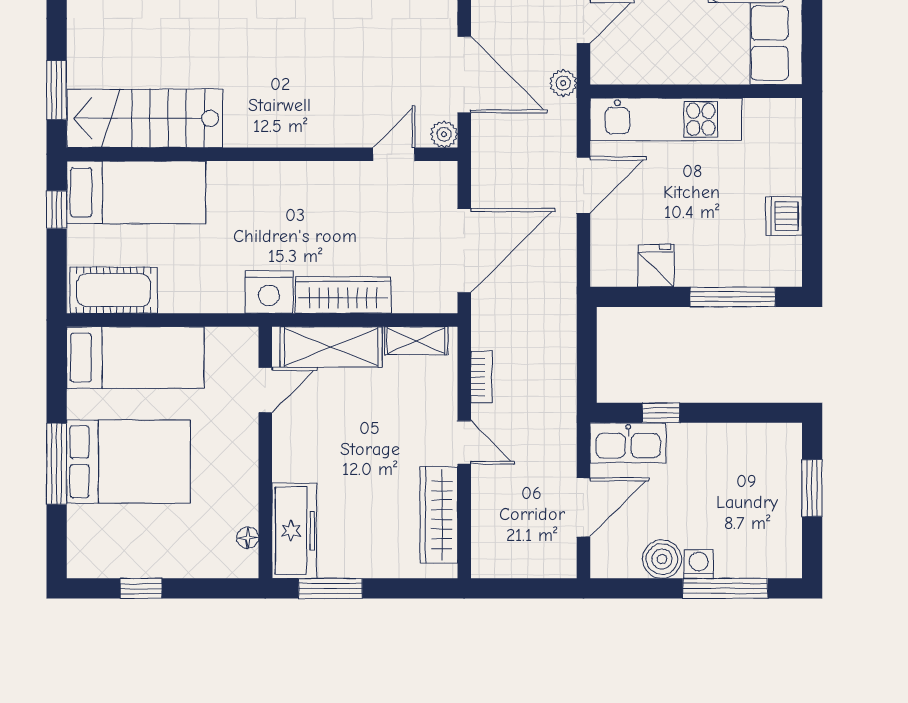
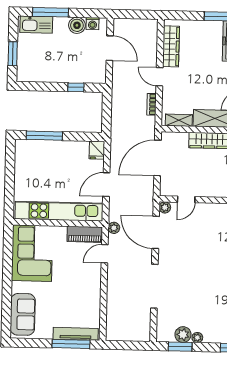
piano: (631, 66) -> (85, 234), added
kitchen unit: (666, 119) -> (59, 211), width x1.36
dishwasher: (784, 216) -> (22, 169), removed
fridge: (656, 266) -> (97, 150), moved
kitchen sink: (628, 443) -> (36, 25), moved, turned 180
door: (583, 507) -> (110, 48), swing flipped
washing machine: (699, 564) -> (93, 24), moved

